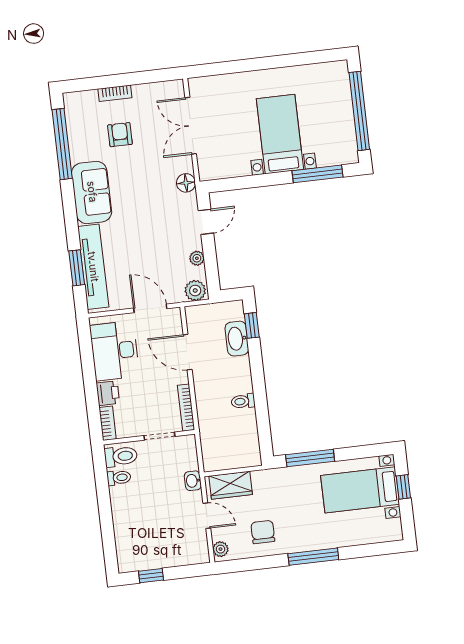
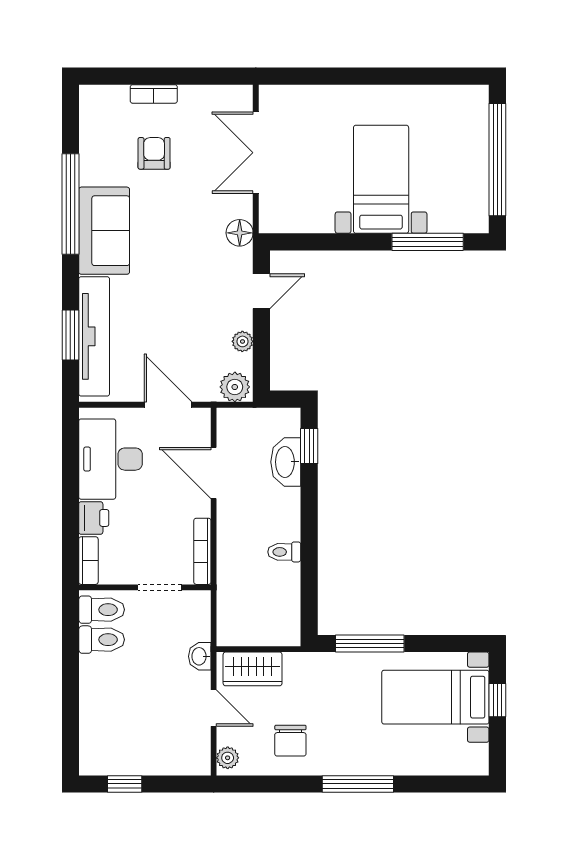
window: (62, 144) -> (70, 204), moved
toilet: (119, 478) -> (102, 640), width x1.37, depth x1.39
chair: (263, 532) -> (290, 741), turned 180

